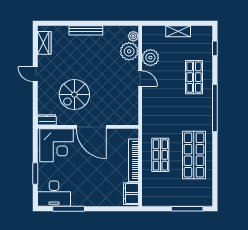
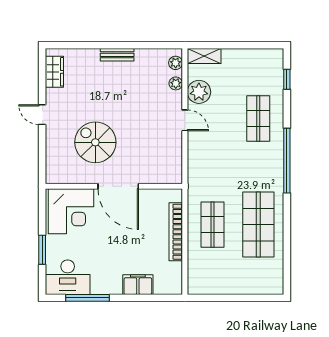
bench: (86, 30) -> (117, 55), width x0.73
shelving: (178, 31) -> (204, 56), moved
plant: (129, 51) -> (176, 83), width x0.53, depth x0.53
spiral stairs: (74, 95) -> (95, 142), turned 90
dresser: (47, 120) -> (58, 177), removed
filing cabinet: (131, 194) -> (138, 285), moved, turned 90
window: (187, 209) -> (249, 298), removed

